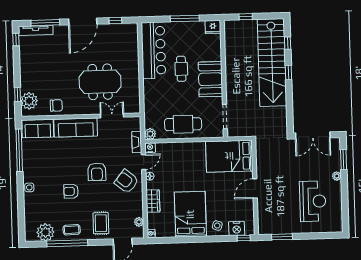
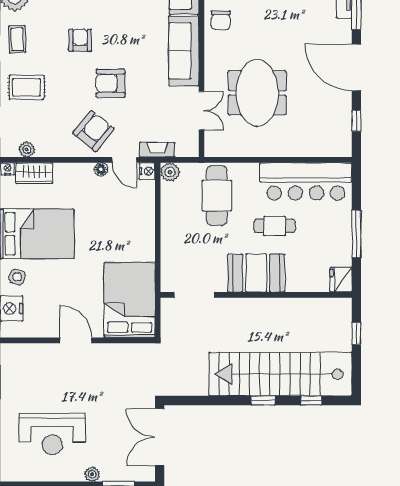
cafe table: (183, 124) -> (217, 196), moved
wardrobe: (153, 201) -> (34, 173), moved

